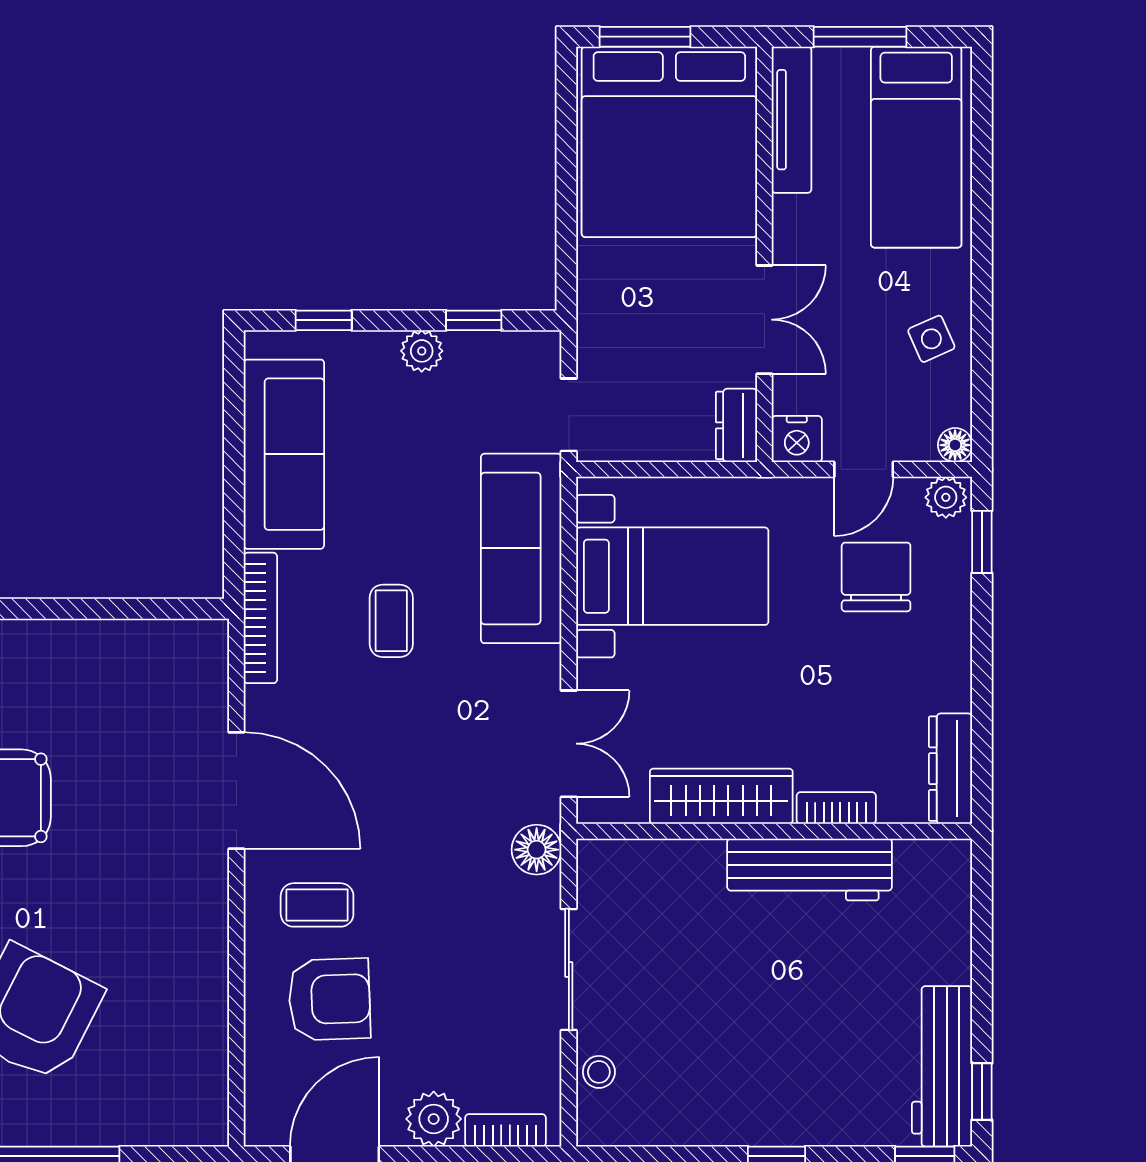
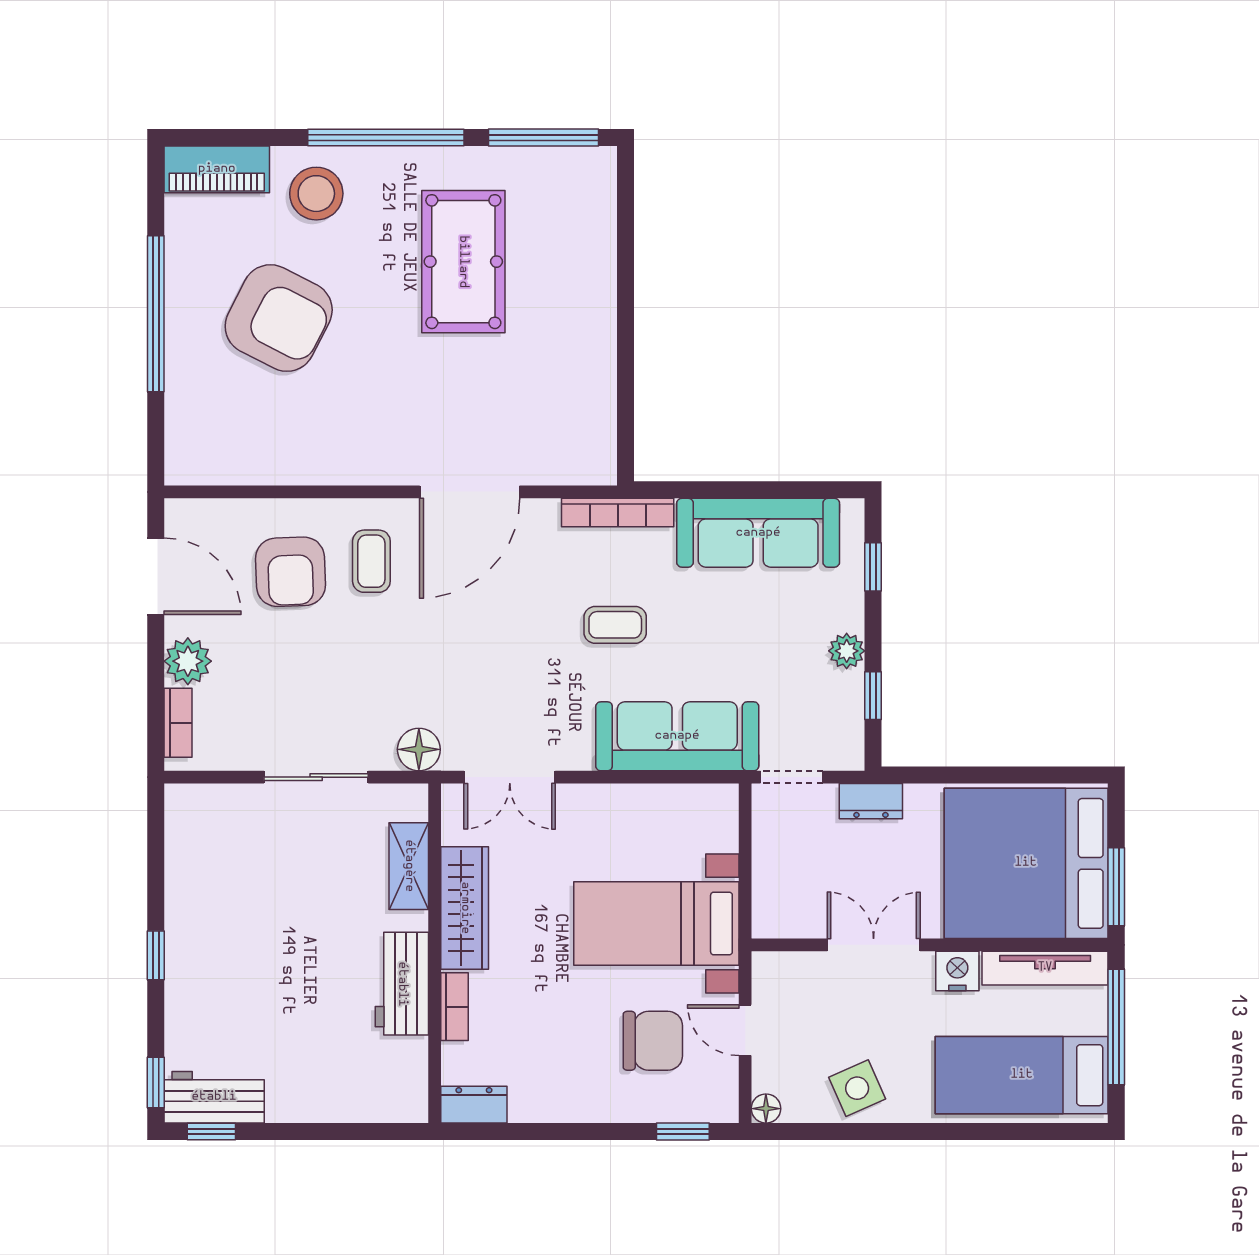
window: (645, 37) -> (1116, 887), moved
window: (860, 37) -> (1116, 1027), width x1.44
double door: (764, 320) -> (874, 945), swing flipped
side table: (931, 339) -> (857, 1088), width x1.37, depth x1.37
dresser: (736, 425) -> (871, 801), moved, turned 180
nightstand: (797, 439) -> (957, 971), moved, turned 90
plant: (946, 497) -> (721, 1101), removed
bed with nightstands: (672, 576) -> (656, 924), moved, turned 90
dresser: (951, 769) -> (474, 1105), width x0.70
shelving: (672, 861) -> (409, 866), added
workbench: (810, 869) -> (402, 984), width x0.73
workbench: (942, 1066) -> (214, 1097), width x0.73
stool: (599, 1072) -> (228, 803), removed

